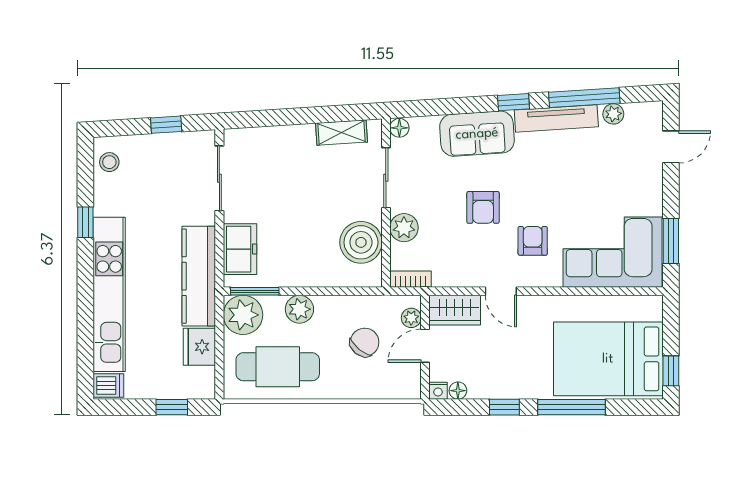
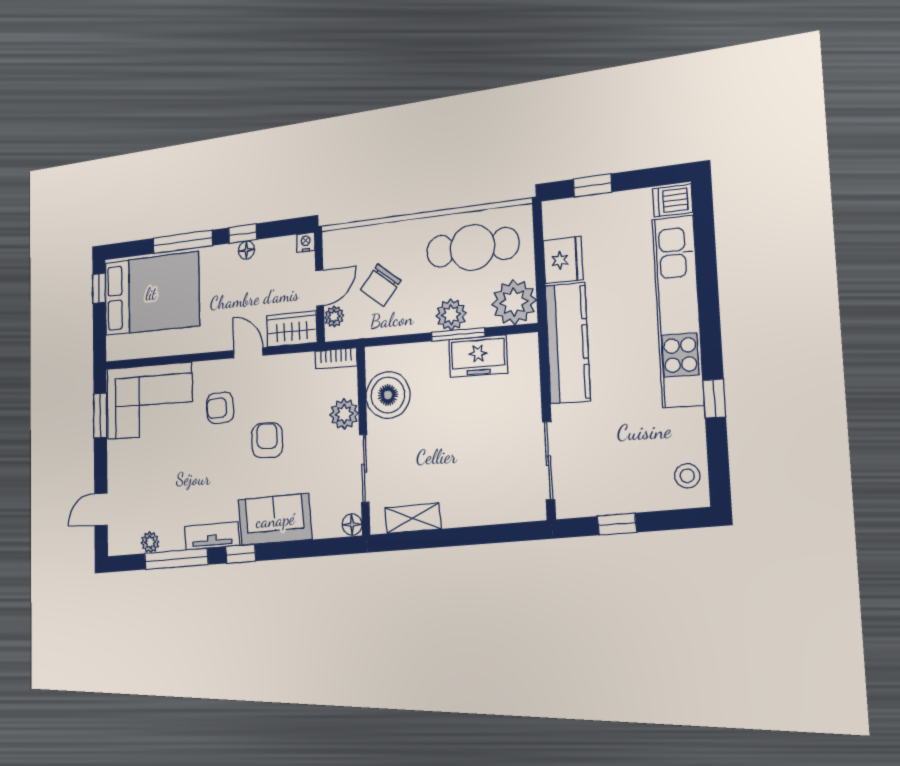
tv unit: (556, 118) -> (212, 536), width x0.71
armchair: (533, 241) -> (220, 408), turned 87
freezer: (240, 249) -> (478, 356), moved, turned -90
window: (255, 291) -> (458, 334), moved
floor lamp: (458, 391) -> (246, 250), moved

